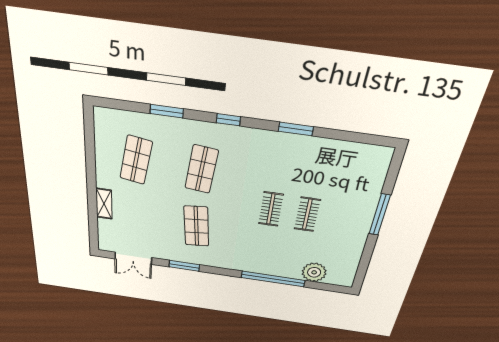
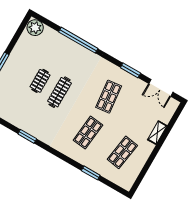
window: (228, 120) -> (60, 155), removed
clothes rail: (271, 209) -> (59, 92), width x1.36
double door: (133, 258) -> (161, 88), swing flipped
plant: (314, 272) -> (35, 28), moved

